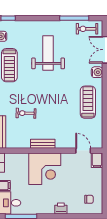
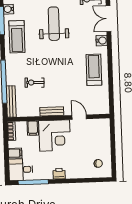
door: (83, 151) -> (79, 117), moved
filing cabinet: (97, 160) -> (33, 128), moved
printer: (61, 209) -> (59, 174), moved

